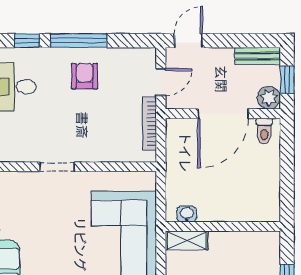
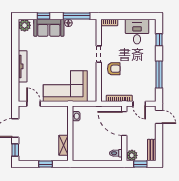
window: (79, 41) -> (159, 75), moved
armchair: (84, 76) -> (114, 69), moved
door: (223, 114) -> (124, 123), moved
shelving: (187, 240) -> (64, 145), moved

